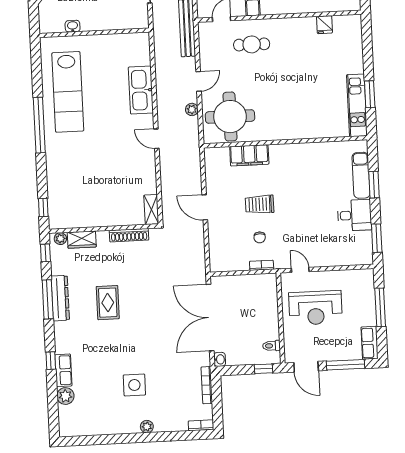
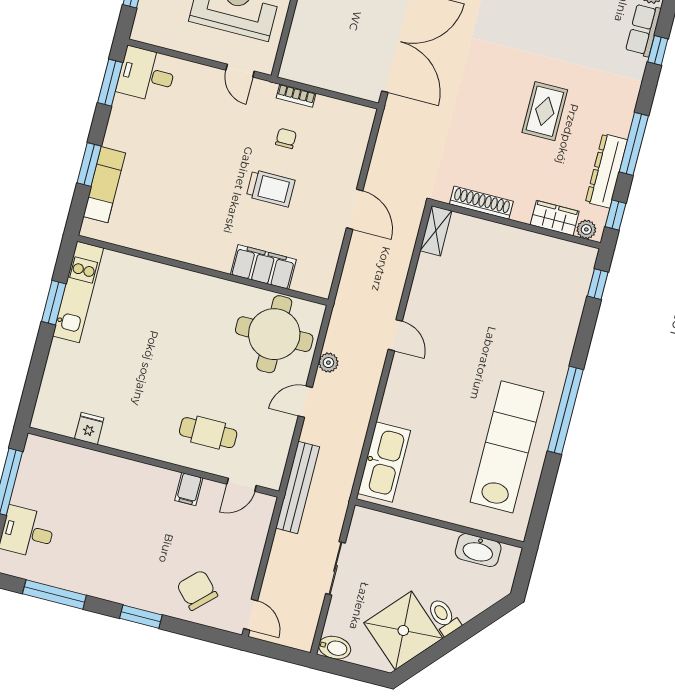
washbasin: (73, 26) -> (478, 550), width x1.91, depth x1.45
kitchen sink: (141, 90) -> (384, 462), moved
desk: (354, 215) -> (147, 75), moved
dresser: (60, 298) -> (606, 171), moved

